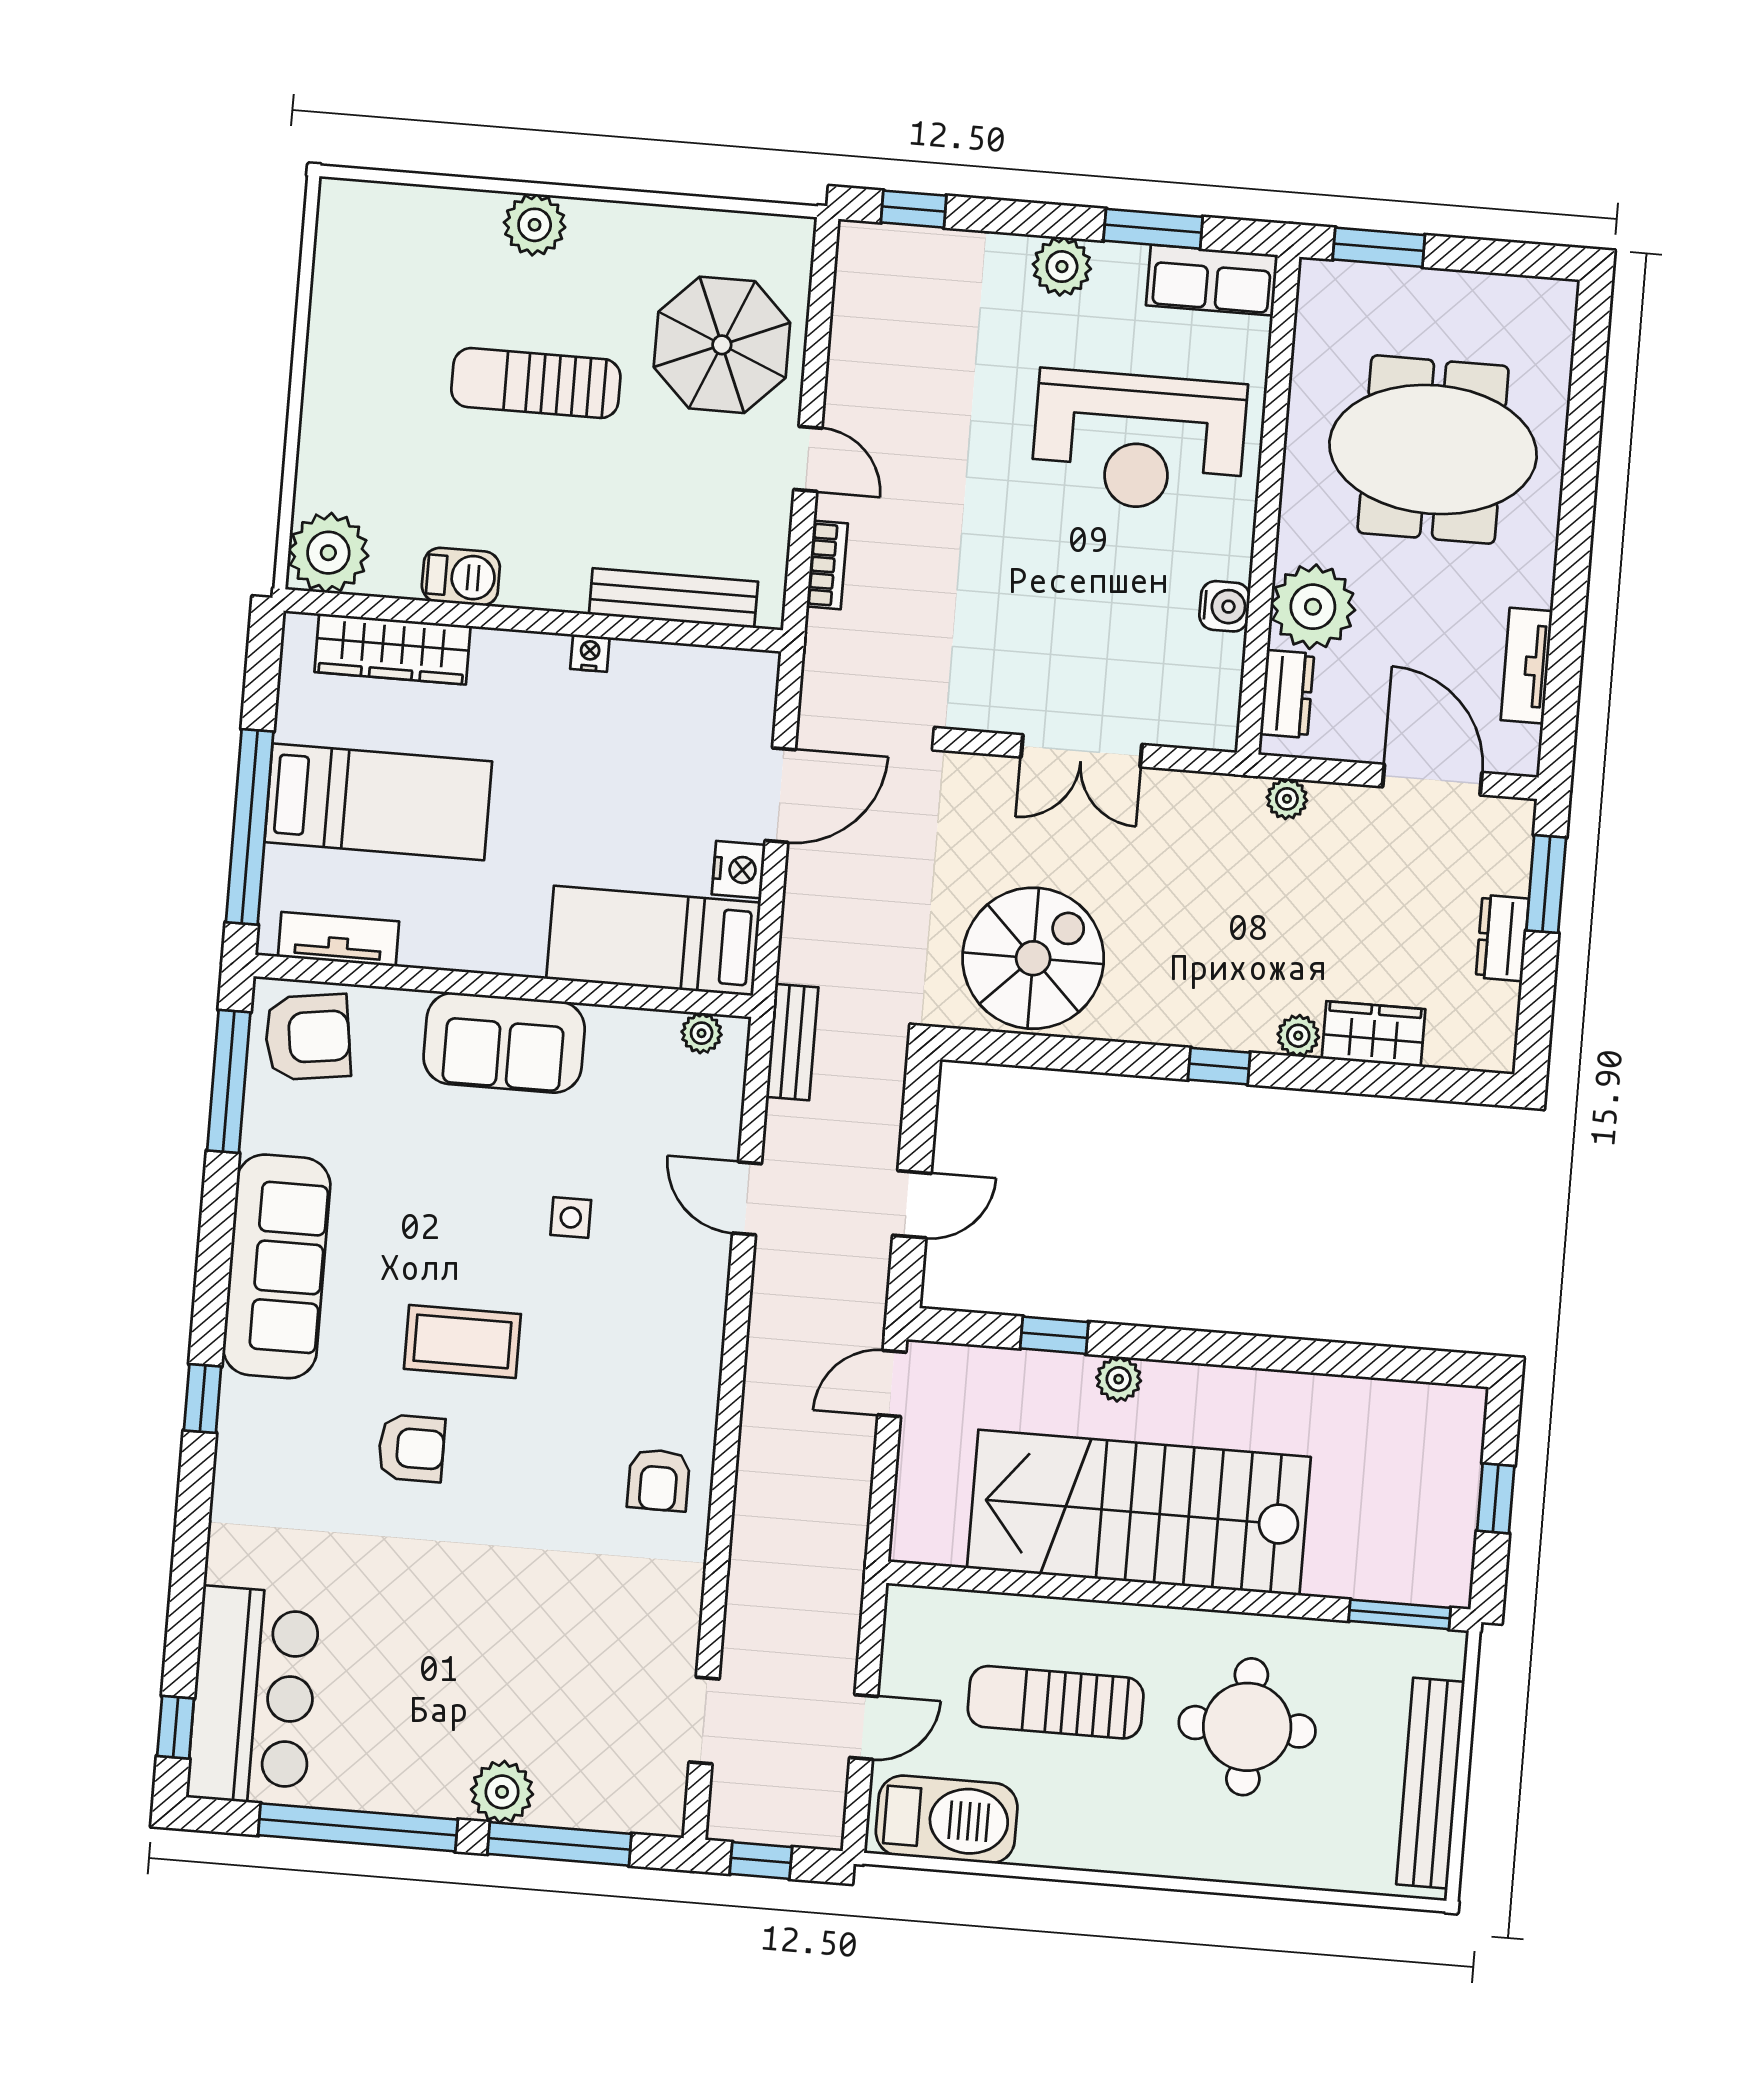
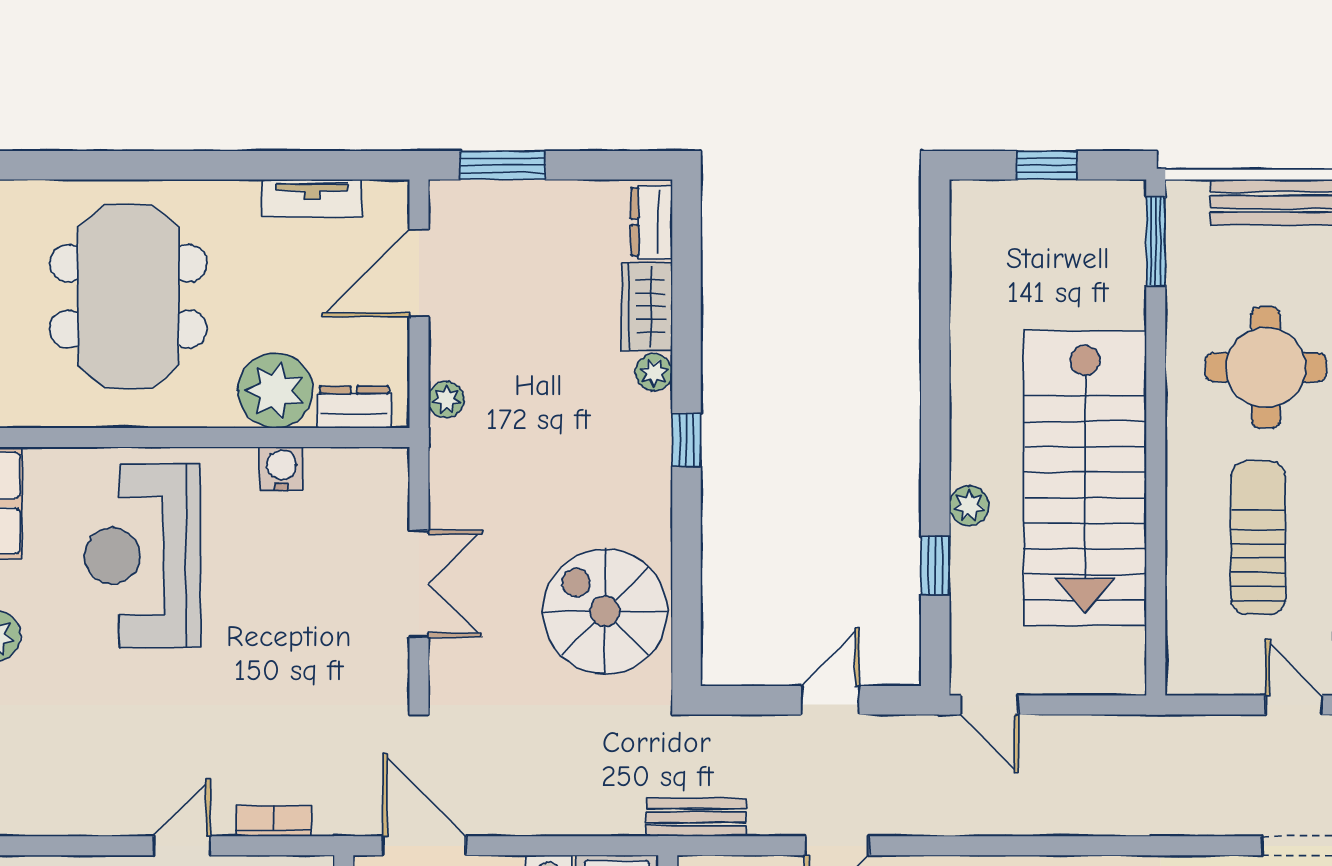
reception desk: (1139, 441) -> (142, 556), turned 180
door: (780, 795) -> (424, 846), moved
dresser: (1502, 938) -> (652, 222), moved, turned 90
door: (912, 1204) -> (830, 700), hinge flipped
sun lounger: (1056, 1702) -> (1258, 538), turned 180

